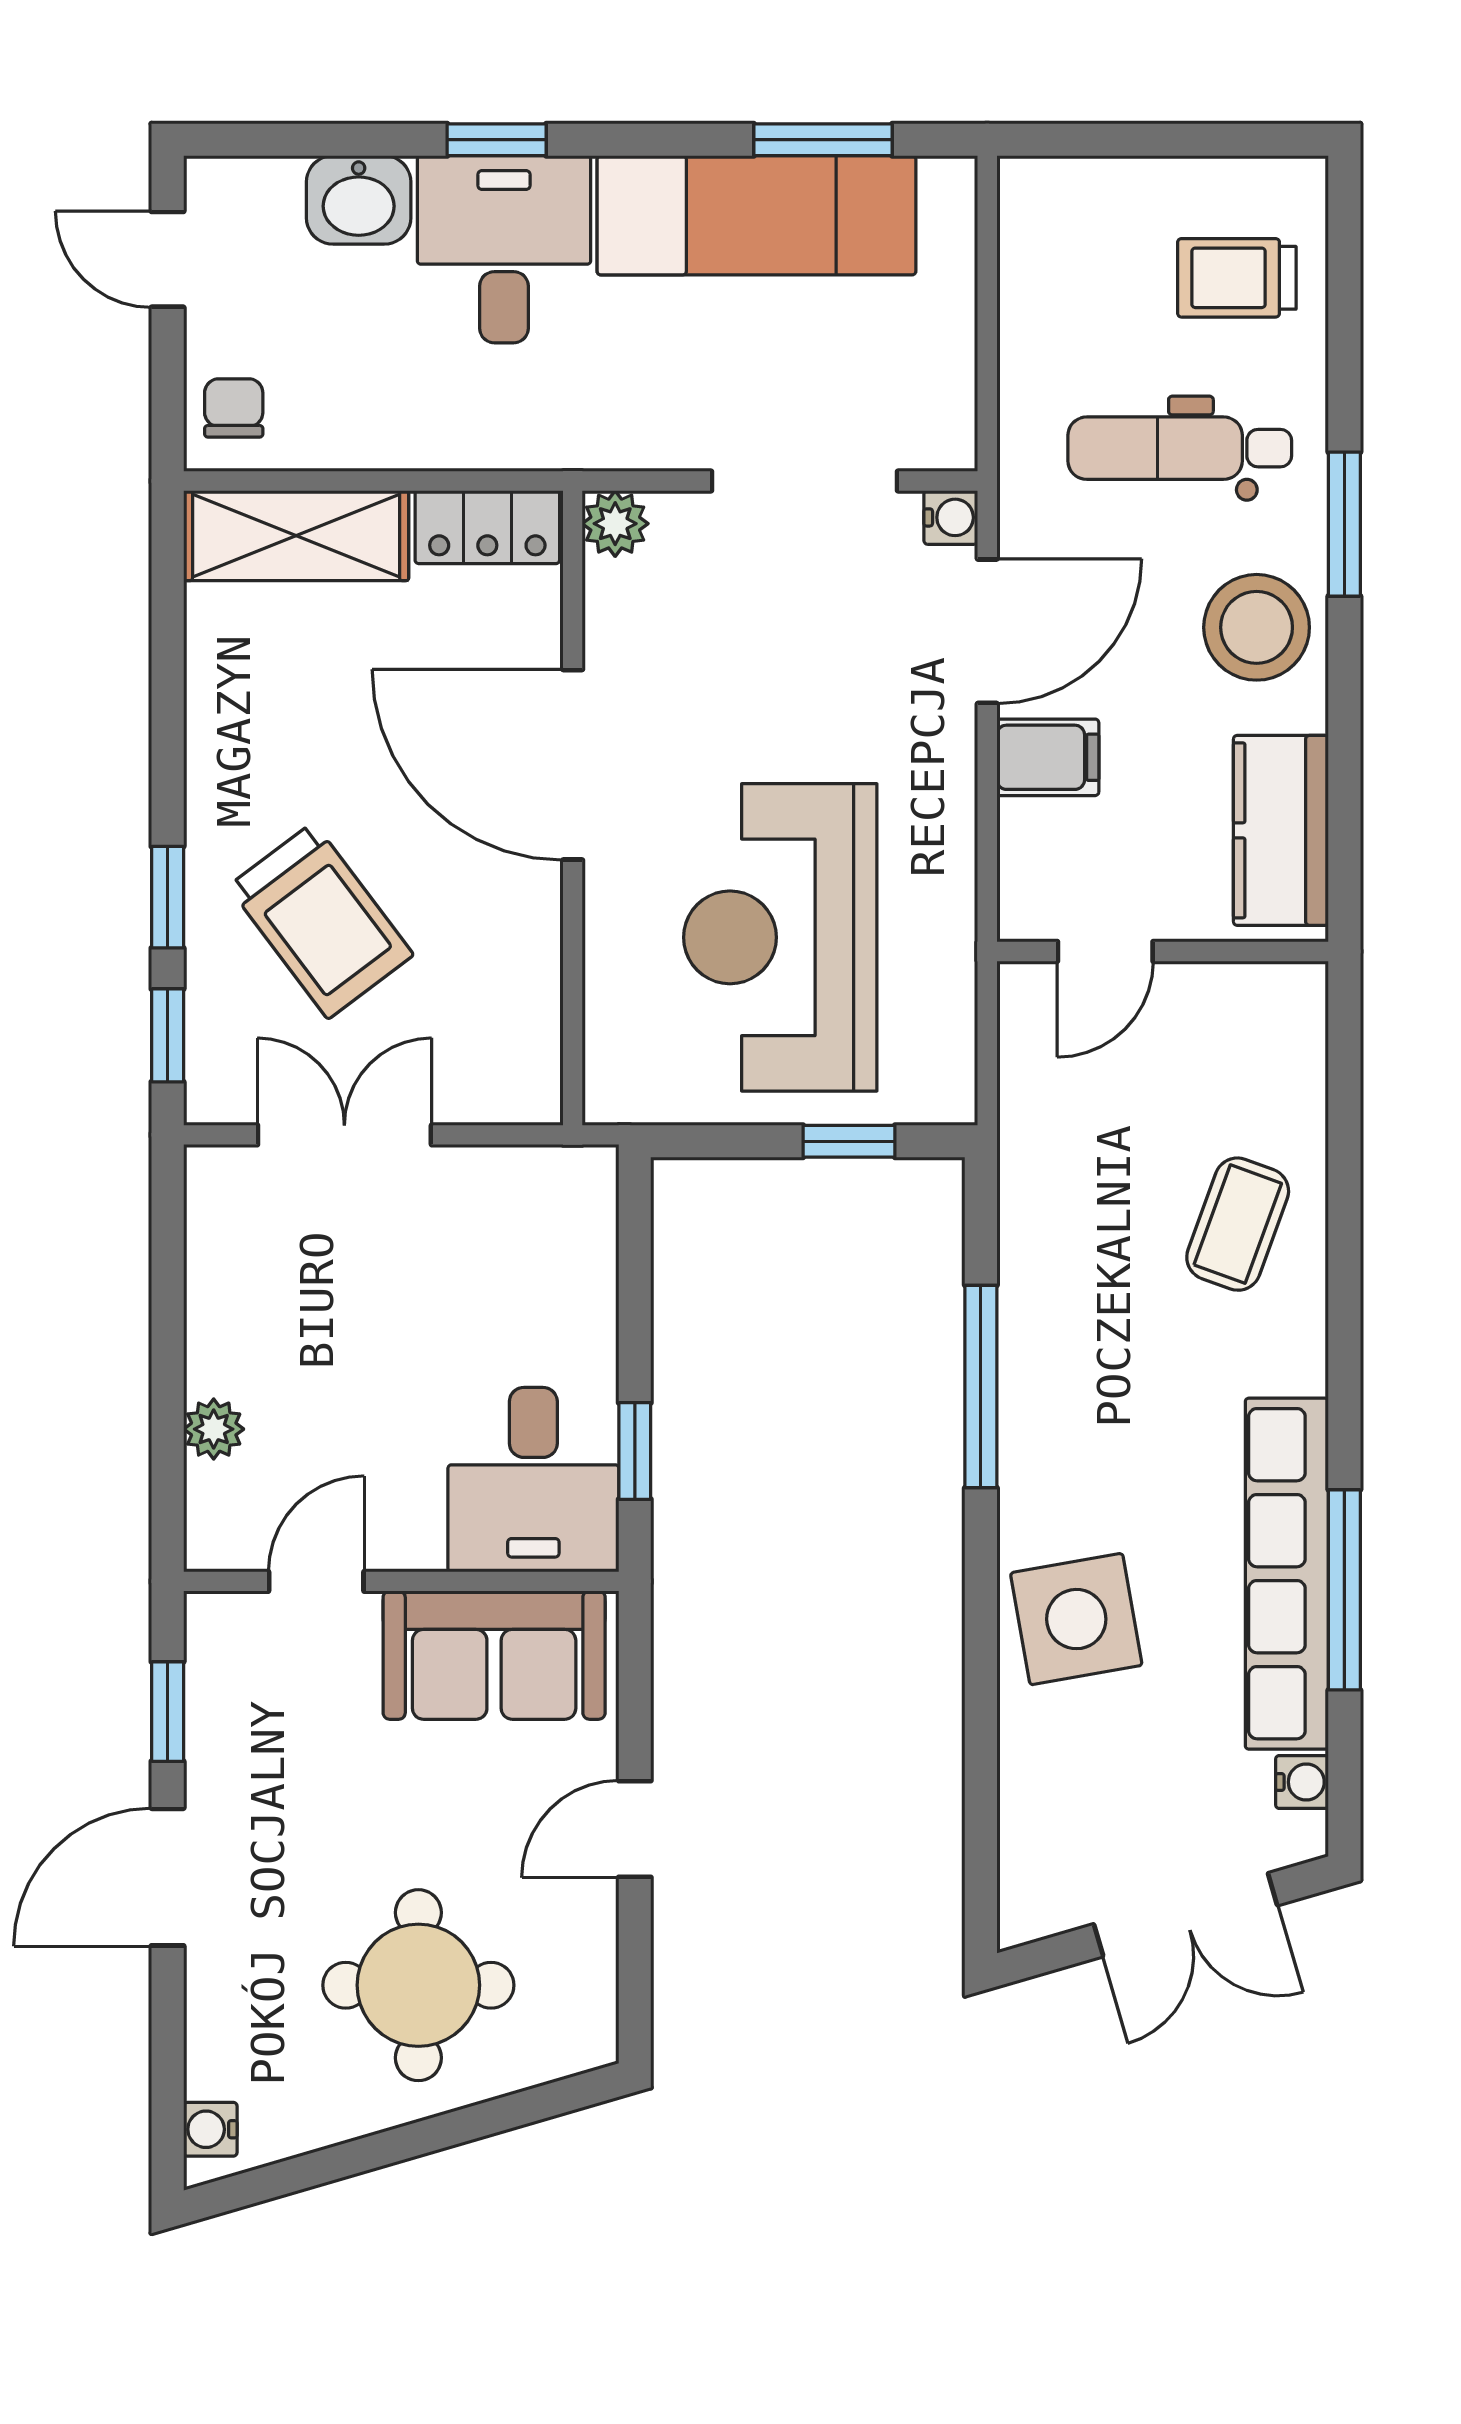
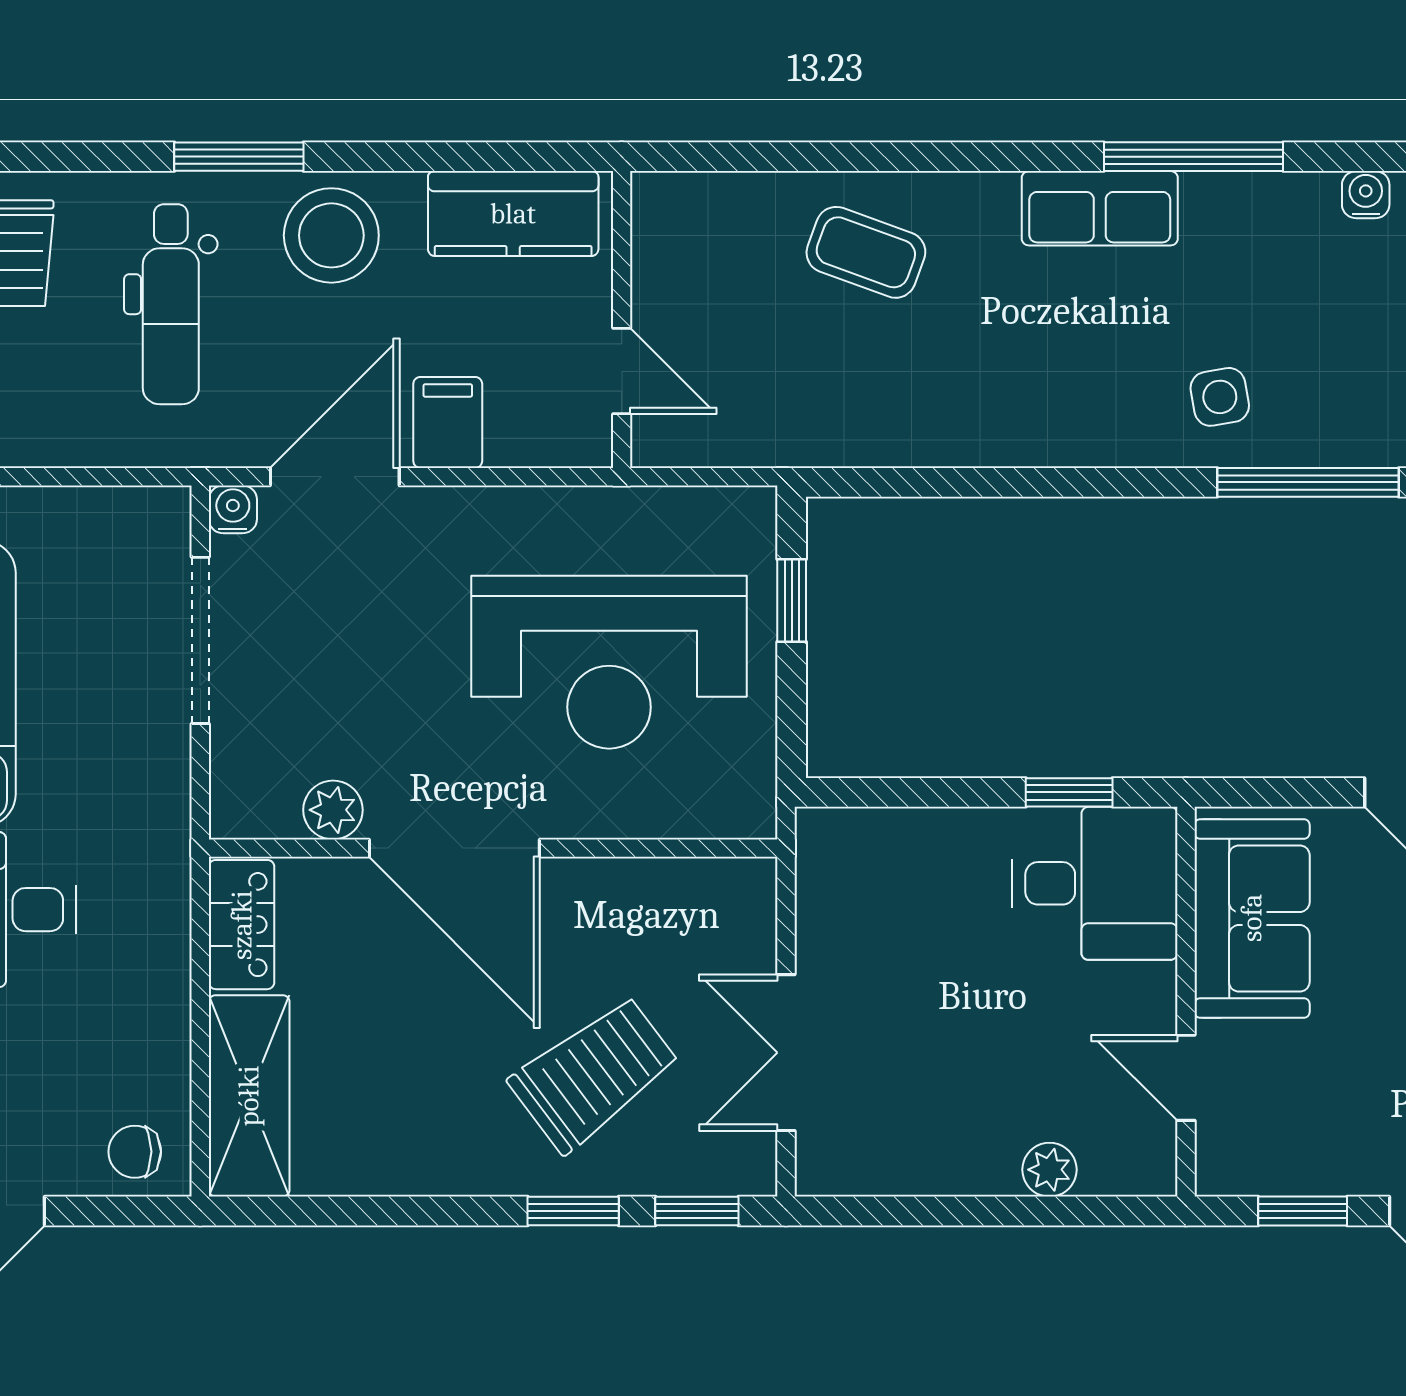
plant: (615, 524) -> (333, 810), moved
door: (987, 631) -> (335, 477), hinge flipped
door: (573, 765) -> (454, 848), hinge flipped
window: (981, 1386) -> (1308, 482), moved
row of seats: (1287, 1574) -> (1100, 208), width x0.50
side table: (1076, 1619) -> (1220, 397), width x0.54, depth x0.54

